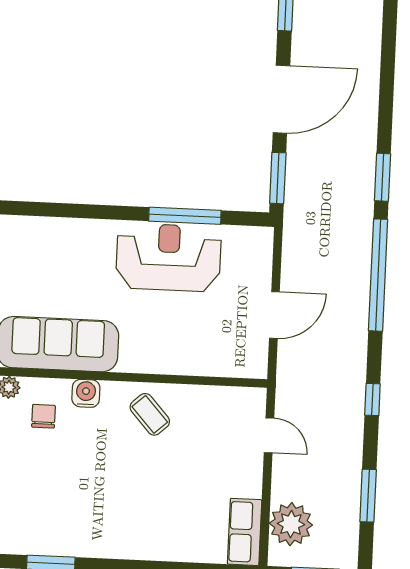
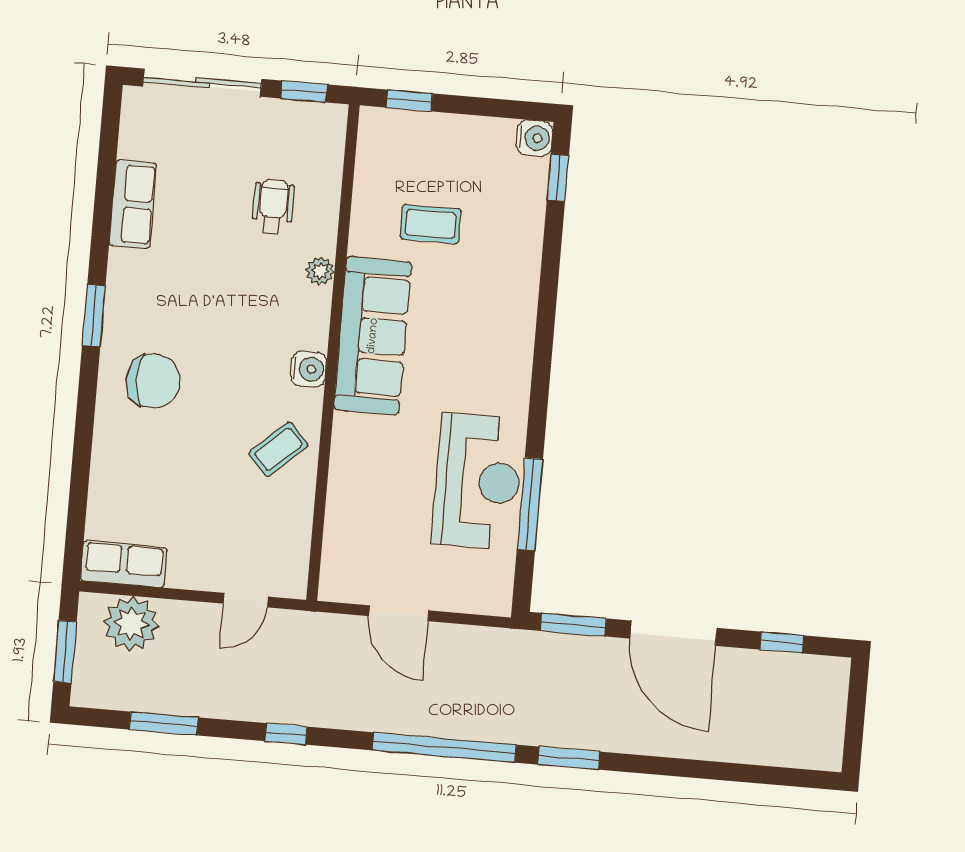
chair: (43, 416) -> (153, 381), moved, width x1.87, depth x1.87

